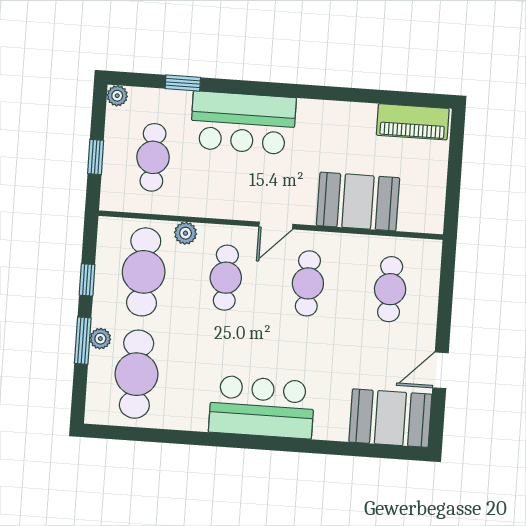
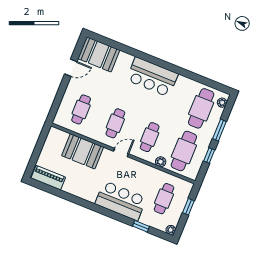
plant: (100, 339) -> (222, 103), moved

